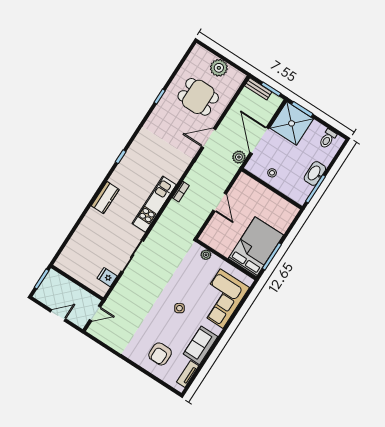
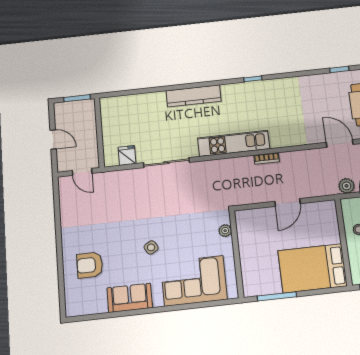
kitchen counter: (105, 198) -> (194, 96), width x1.50
bed: (256, 247) -> (312, 268), moved, turned 180
tv unit: (188, 374) -> (90, 308), removed

